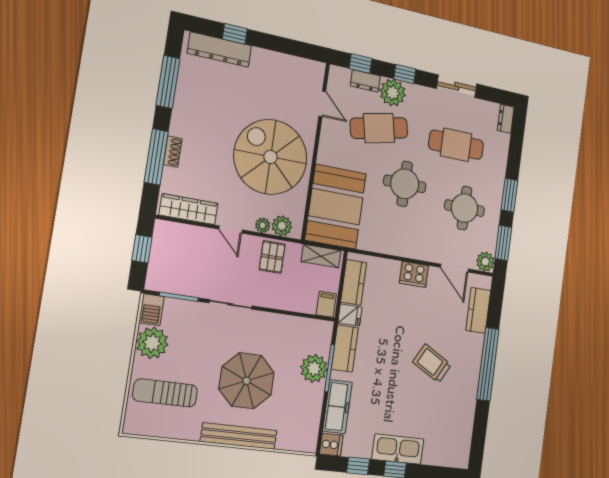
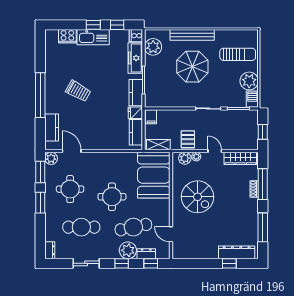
spiral stairs: (271, 157) -> (198, 197), width x0.73, depth x0.73
cooker: (414, 274) -> (67, 36), moved, turned 180
plant: (314, 368) -> (153, 47), moved

